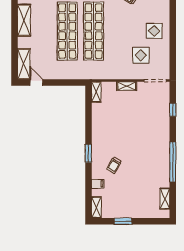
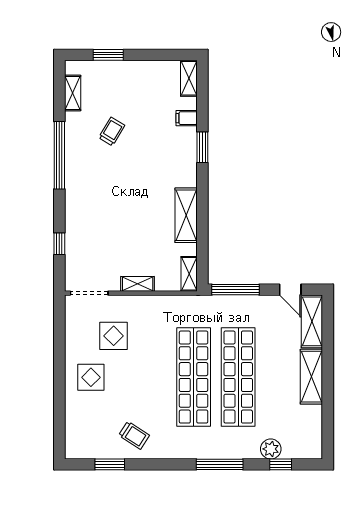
shelving: (24, 20) -> (311, 377), moved
window: (69, 83) -> (235, 290), added
shelving: (98, 126) -> (186, 215), added
window: (88, 153) -> (202, 147), moved
trolley: (114, 165) -> (112, 132), moved
window: (123, 221) -> (108, 55), moved

